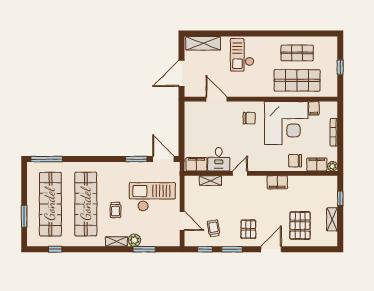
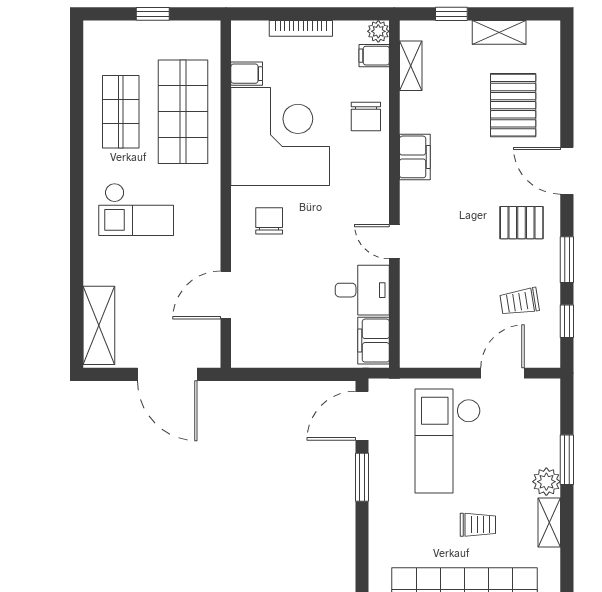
checkout: (242, 55) -> (136, 209), moved
filing cabinet: (317, 164) -> (374, 56), width x0.50
shelving: (210, 181) -> (411, 66), moved
pallet: (300, 226) -> (513, 105), turned 90

